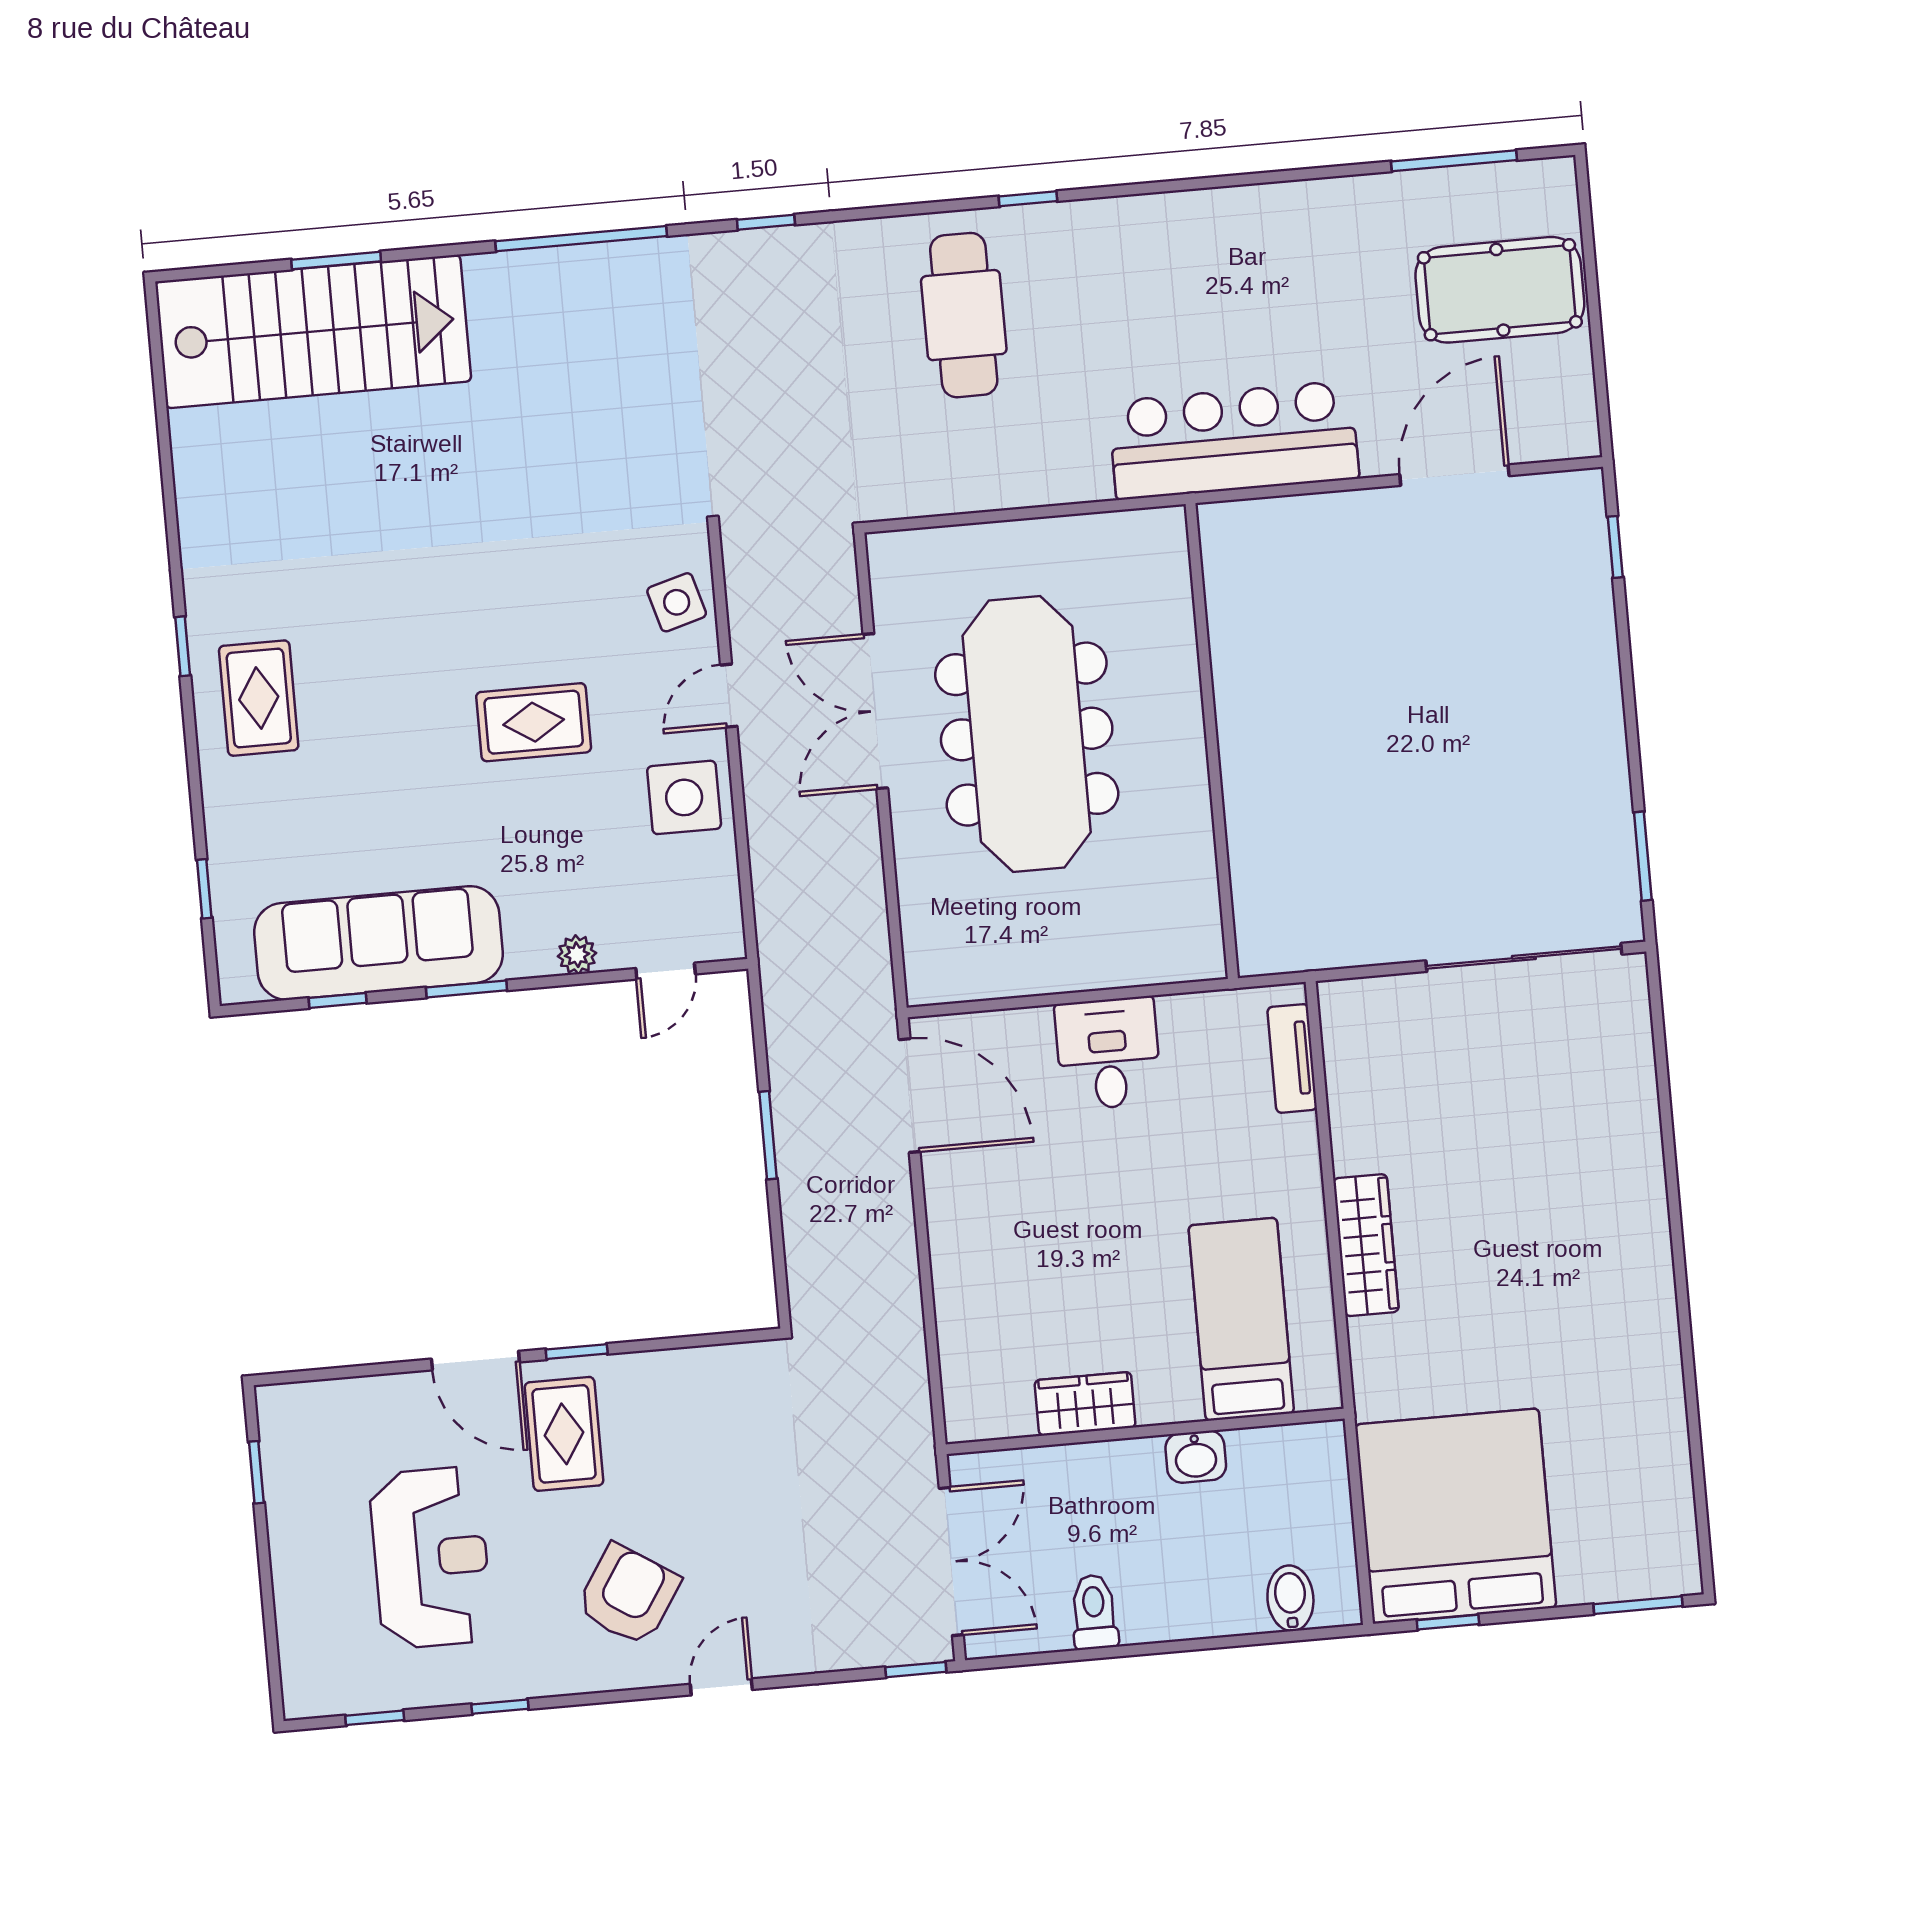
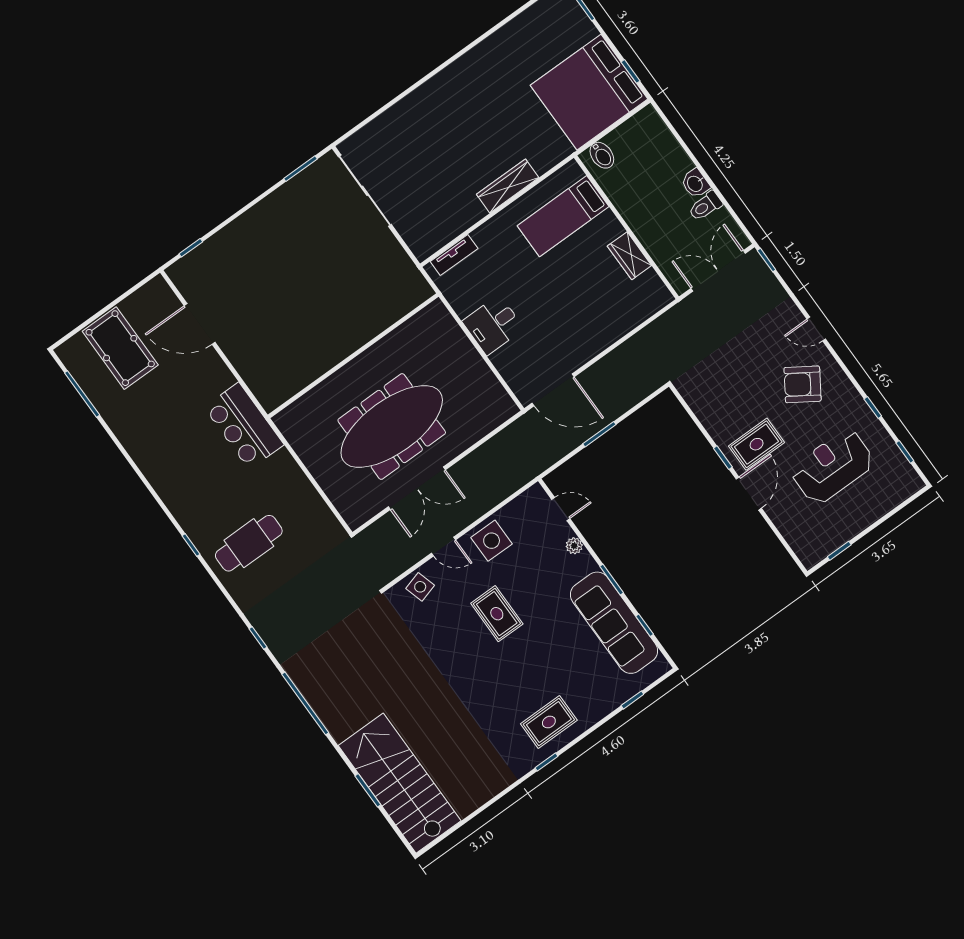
bar counter: (1234, 440) -> (244, 426), width x0.73
door: (910, 1096) -> (553, 390), swing flipped
washbasin: (1196, 1457) -> (695, 183), moved, turned 180
bidet: (1290, 1598) -> (602, 155), moved, turned -90

